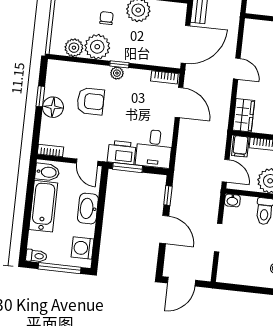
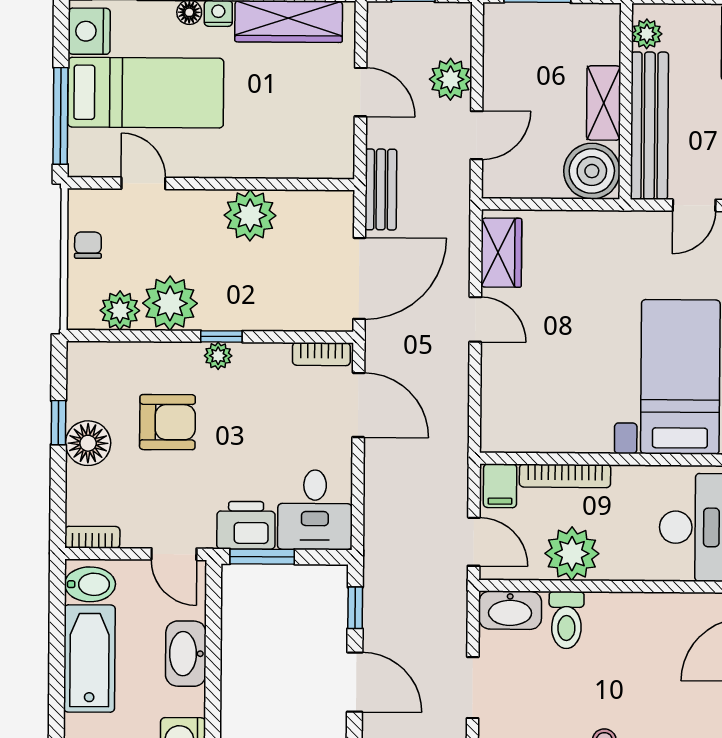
chair: (106, 18) -> (88, 245), moved
wardrobe: (244, 115) -> (501, 253), moved
washbasin: (232, 200) -> (510, 610), width x1.91, depth x1.45

